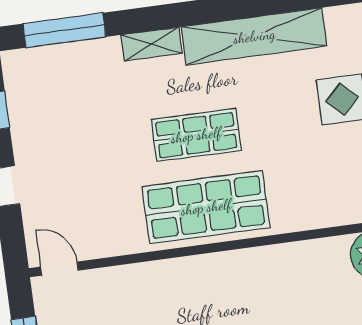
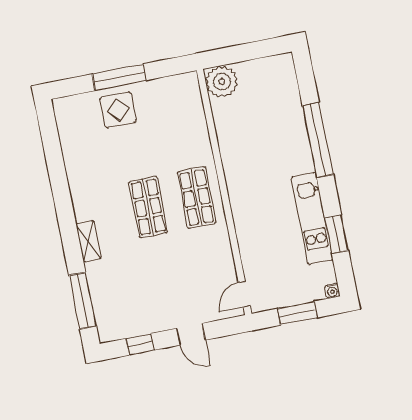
shelving: (254, 36) -> (79, 172), removed
shop shelf: (206, 207) -> (197, 197), width x0.70, depth x0.74

